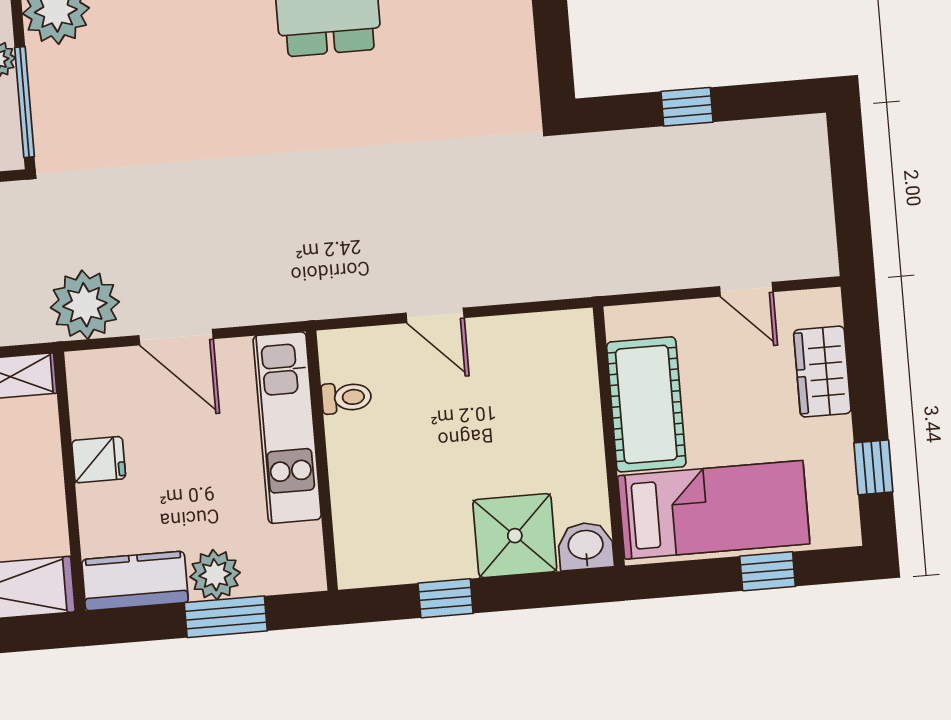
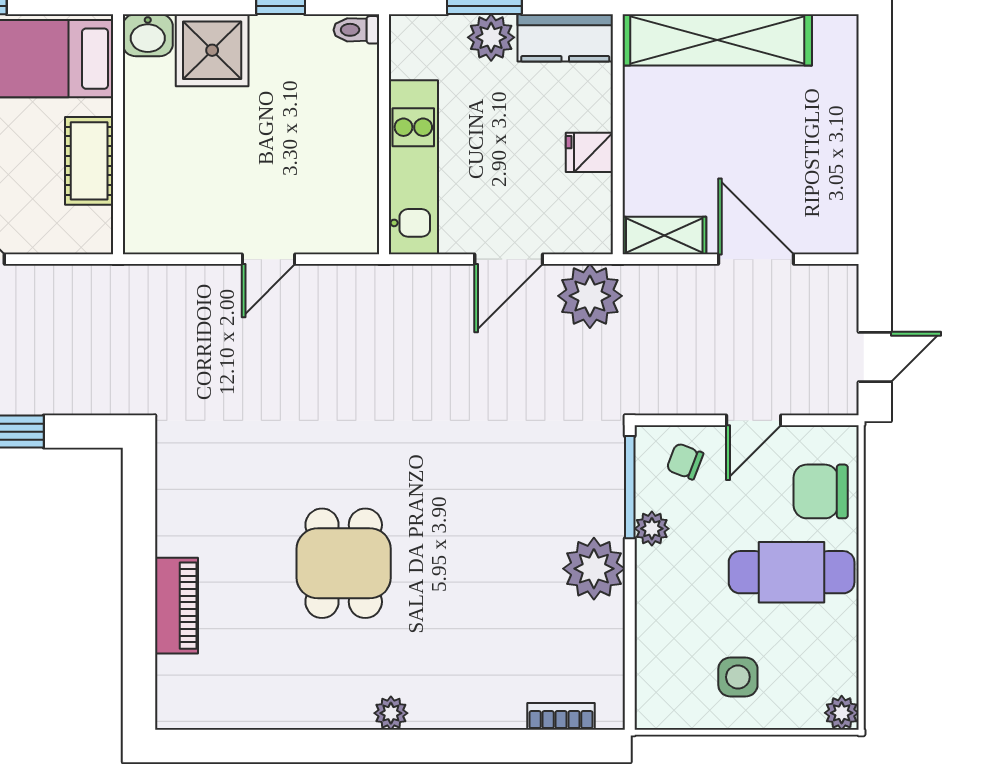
door: (435, 315) -> (269, 259), swing flipped
door: (176, 337) -> (509, 259), swing flipped
toilet: (346, 398) -> (356, 30), moved
cot: (646, 404) -> (89, 161), width x0.73, depth x0.75

